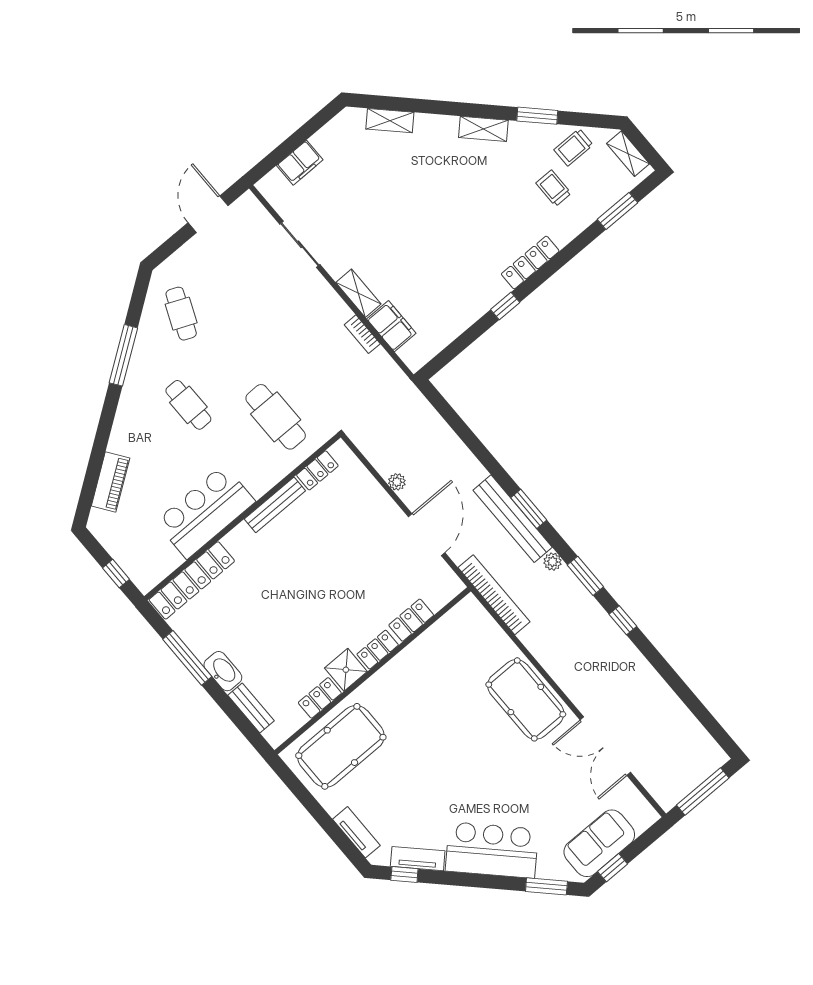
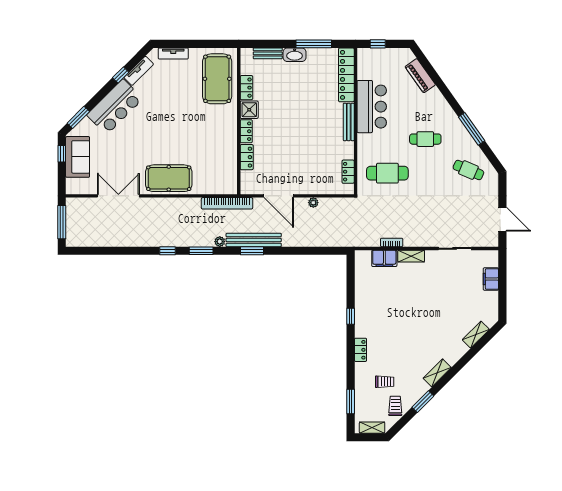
locker: (530, 263) -> (360, 350), width x0.66
bench: (275, 505) -> (349, 122), moved
window: (404, 874) -> (121, 75), moved

